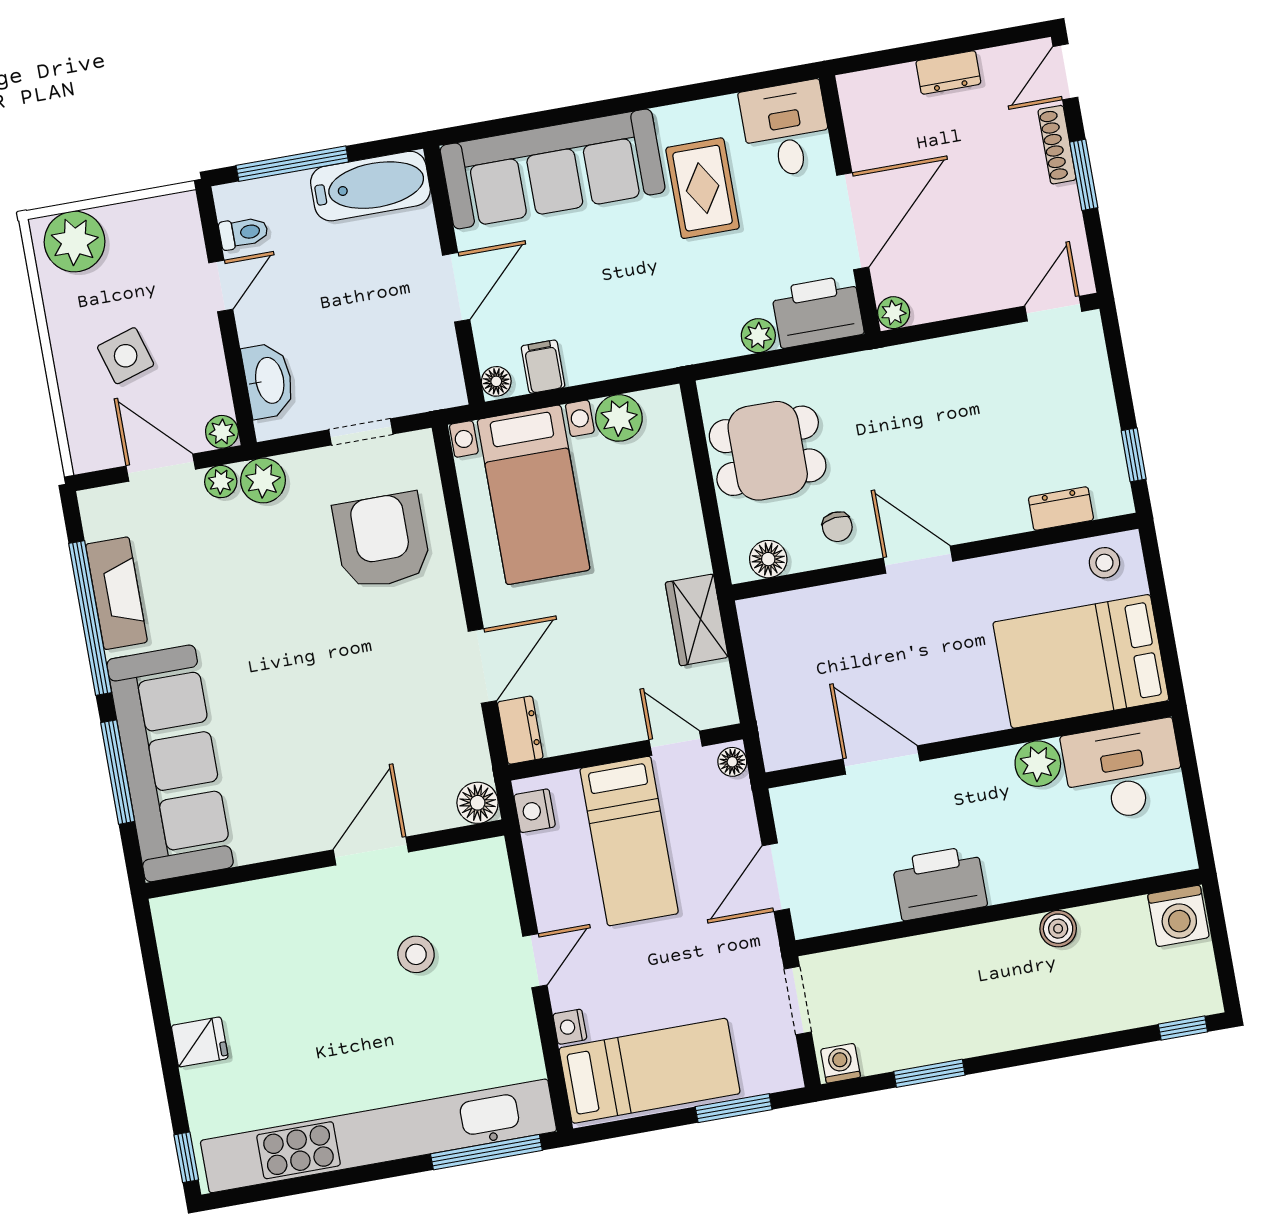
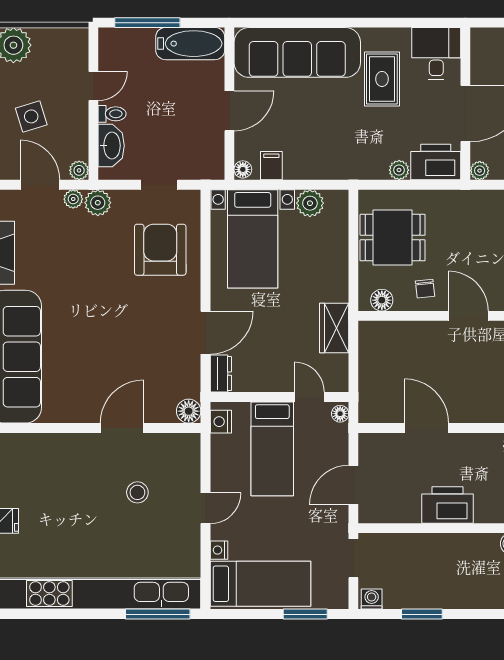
toilet: (244, 233) -> (112, 114), moved

